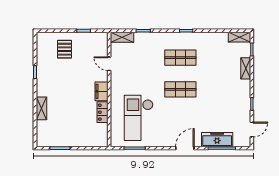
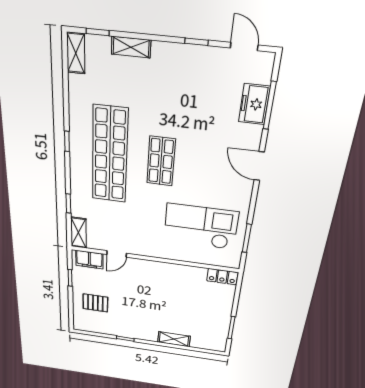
shop shelf: (180, 58) -> (110, 155), width x2.00, depth x1.36
filing cabinet: (101, 91) -> (89, 260), moved
locker: (102, 112) -> (222, 277), moved
checkout: (139, 118) -> (201, 227), turned 180
freezer: (217, 140) -> (254, 104), width x0.71

